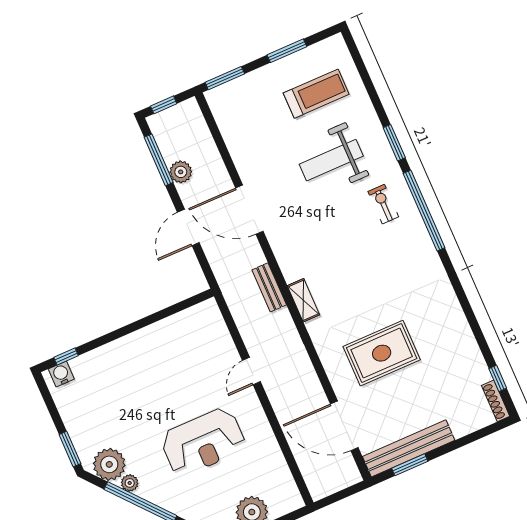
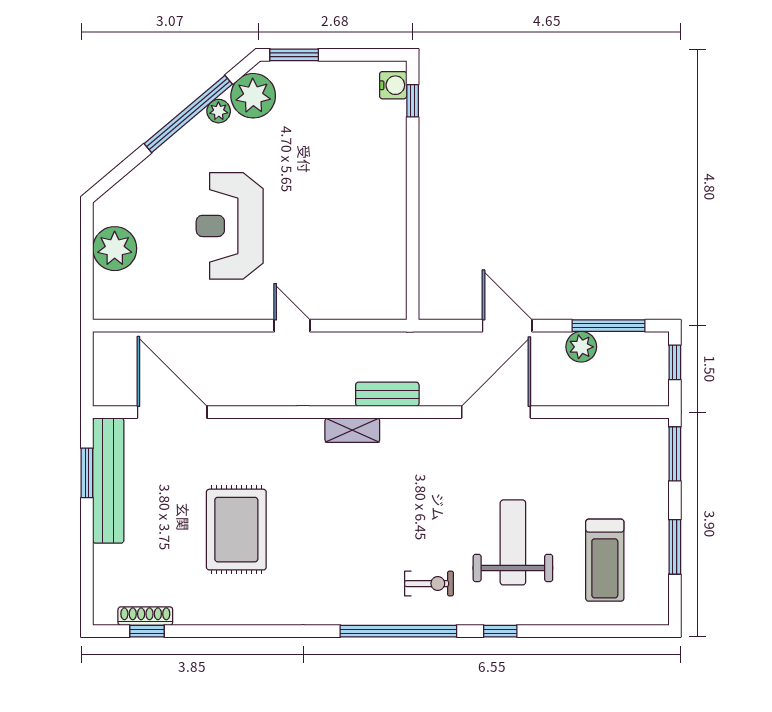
window: (394, 143) -> (500, 631), width x0.67
rug: (382, 353) -> (236, 530), moved
shoe rack: (496, 401) -> (145, 616), moved
door: (344, 426) -> (172, 412), hinge flipped

